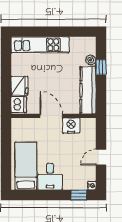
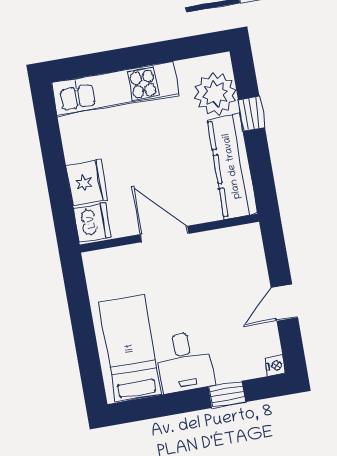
plant: (91, 60) -> (215, 94), width x1.88, depth x1.88
nightstand: (71, 125) -> (210, 247), removed
window: (79, 195) -> (227, 394), moved

